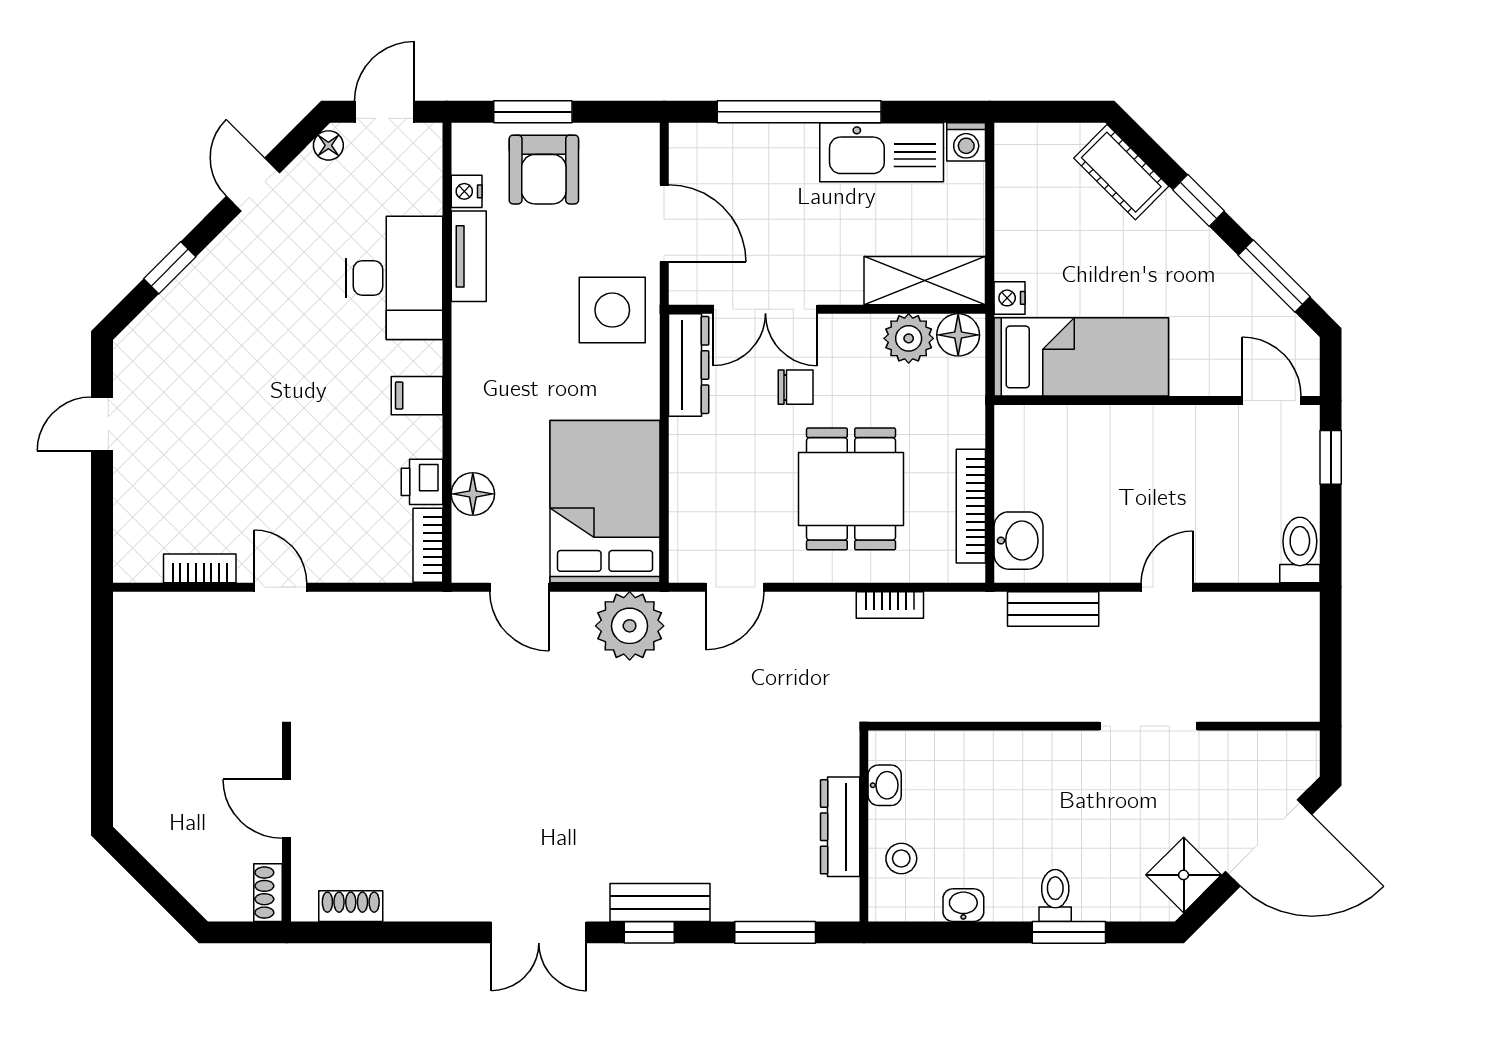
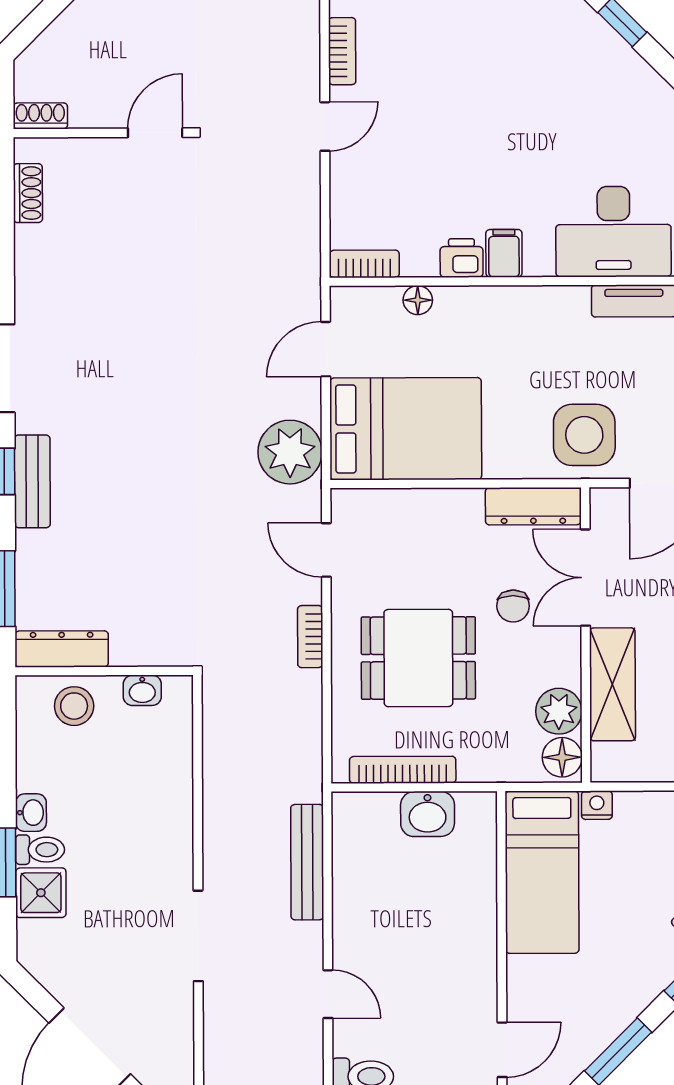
shelving: (925, 281) -> (612, 684), moved
printer: (422, 482) -> (462, 258), moved
floor lamp: (473, 494) -> (418, 300), width x0.73, depth x0.73
washbasin: (1018, 541) -> (428, 814), moved
door: (1167, 587) -> (328, 994), moved
bookcase: (890, 605) -> (310, 637), moved
bench: (1053, 609) -> (307, 862), width x1.36
door: (286, 809) -> (155, 133), moved
dresser: (840, 827) -> (62, 649), moved
stool: (901, 858) -> (74, 706), width x1.37, depth x1.37
shower: (1184, 875) -> (41, 893), moved, turned 45
washbasin: (963, 905) -> (31, 813), moved

